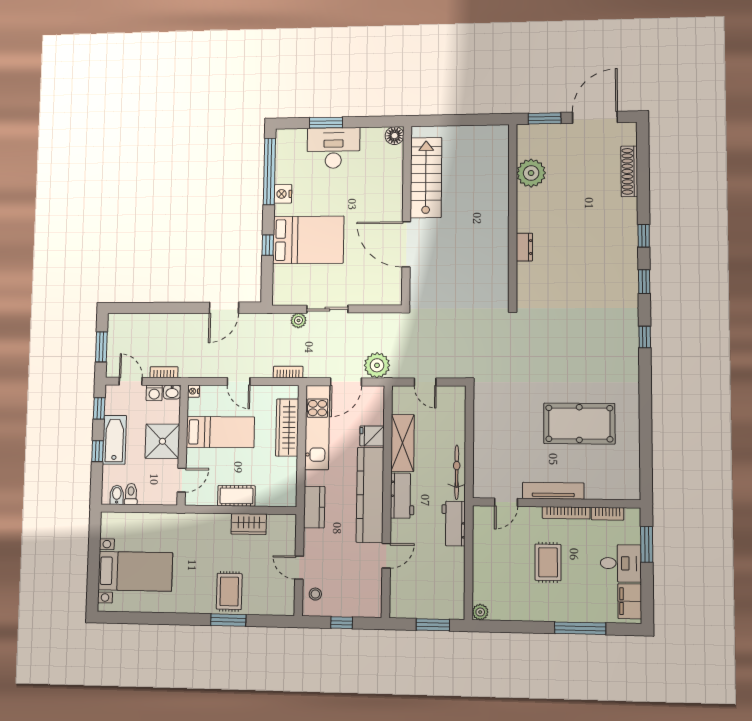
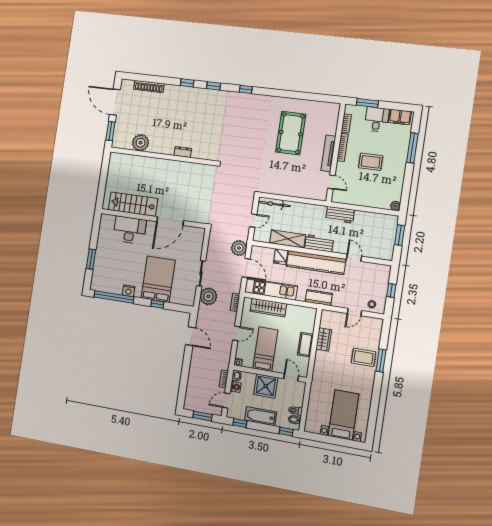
floor lamp: (395, 136) -> (105, 219), removed
desk: (333, 148) -> (130, 230), moved, turned 90
plant: (298, 320) -> (208, 296), width x1.88, depth x1.88
window: (98, 451) -> (286, 432), moved
bicycle: (457, 472) -> (274, 204), moved

